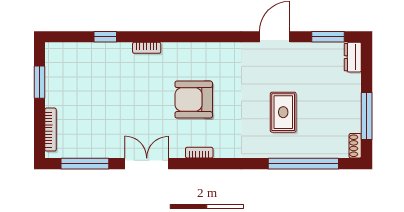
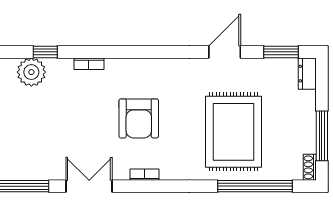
plant: (92, 56) -> (31, 72), added
armchair: (194, 100) -> (139, 118), turned -90
rug: (283, 112) -> (234, 132), width x1.86, depth x2.06

